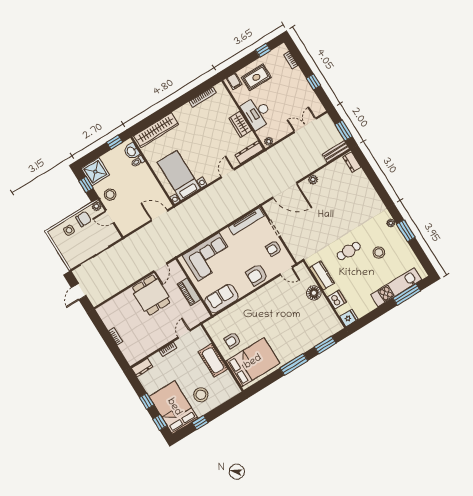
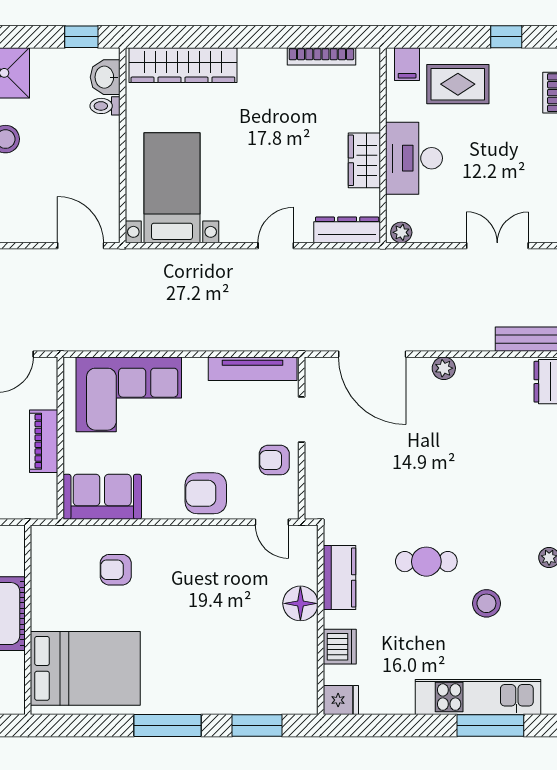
armchair: (232, 340) -> (116, 570), moved

